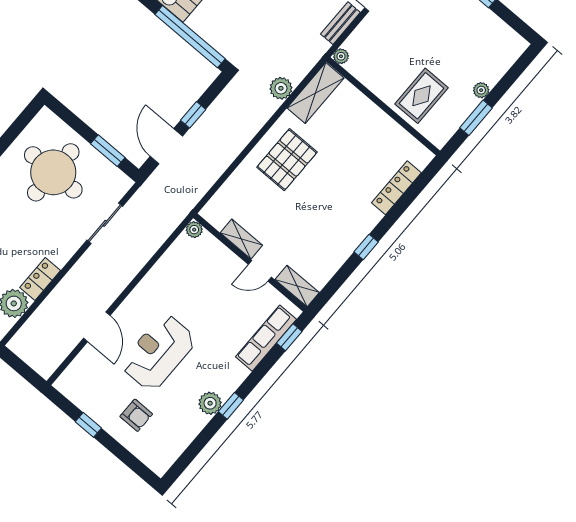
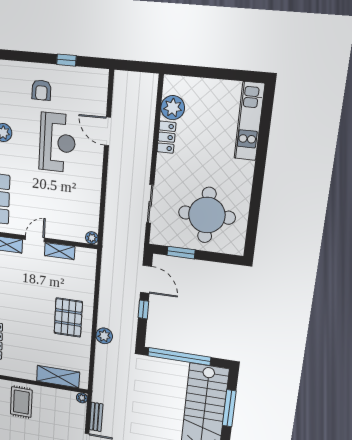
plant: (281, 88) -> (104, 336), moved
shelving: (315, 93) -> (58, 377), moved, turned 90
armchair: (136, 415) -> (41, 90), turned -90

